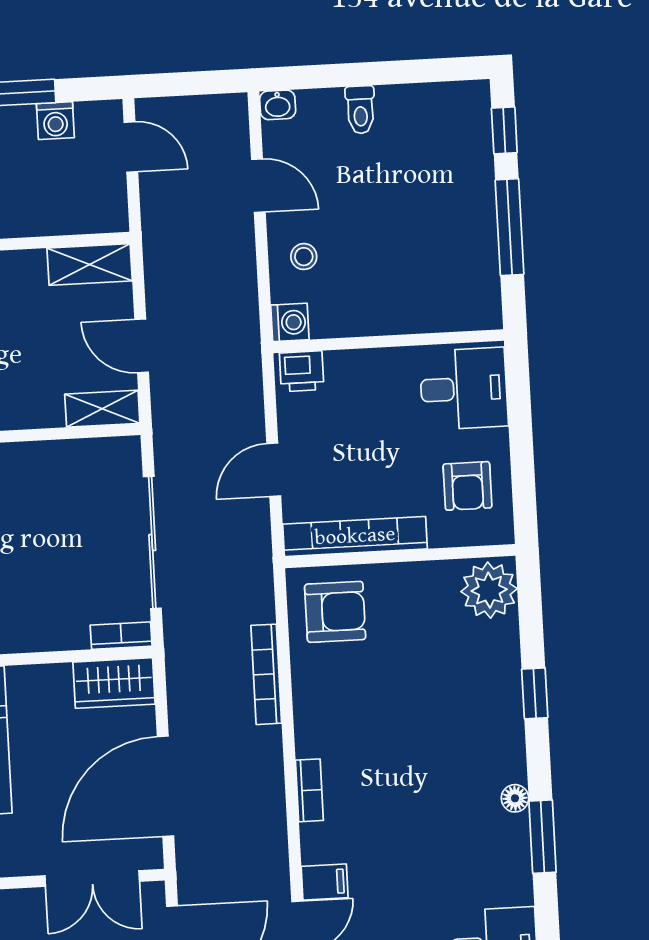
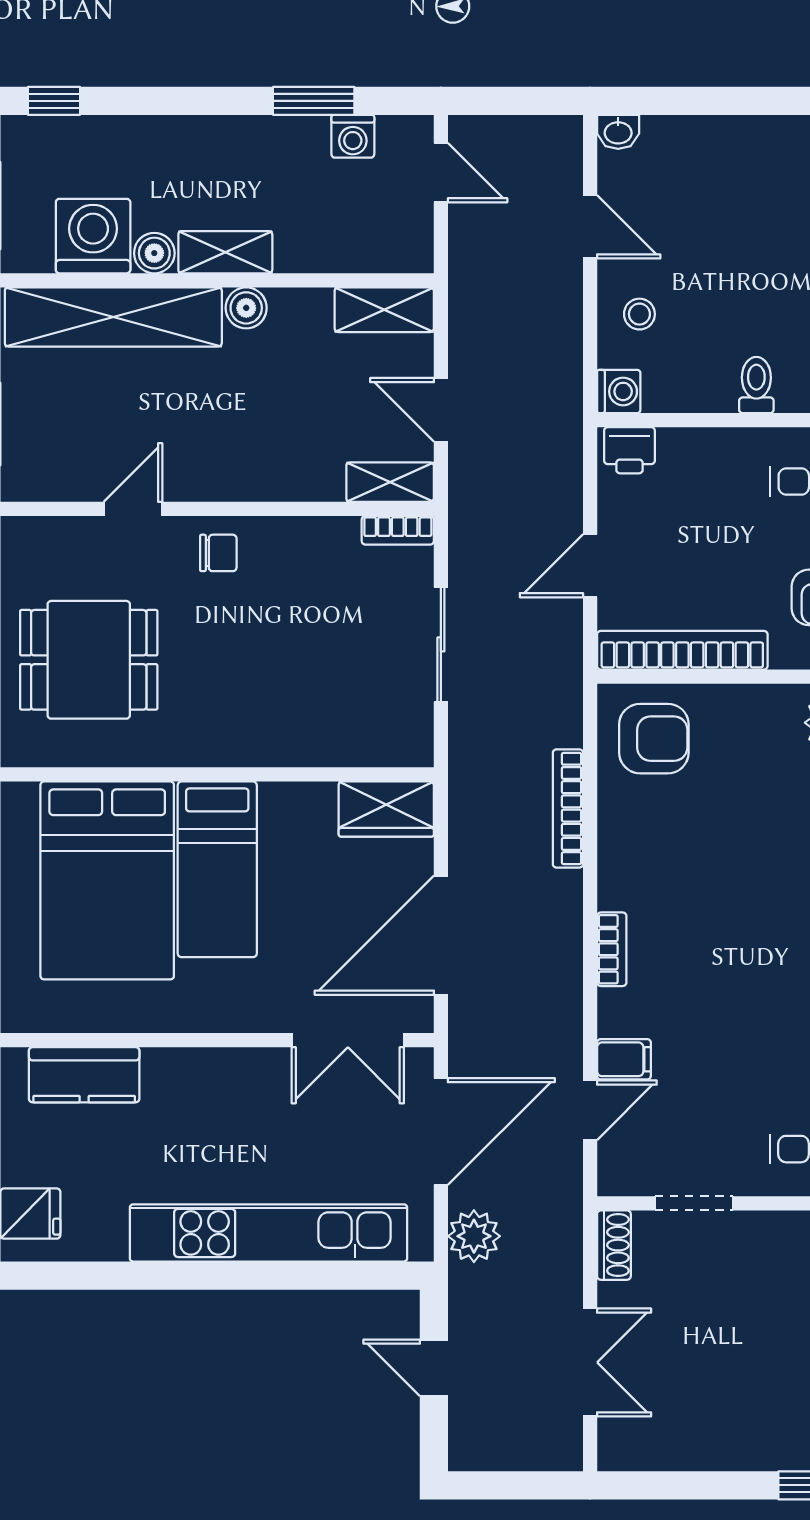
toilet: (360, 110) -> (756, 385), moved, turned 180
sliding door: (152, 542) -> (441, 644), width x0.73
bookcase: (121, 636) -> (398, 530), moved, turned 180

